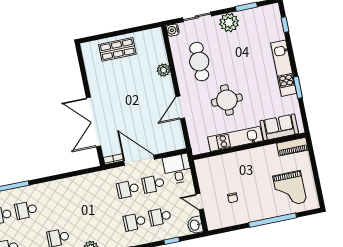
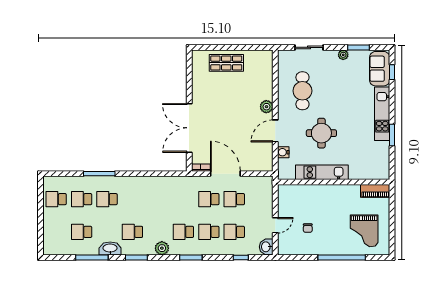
plant: (229, 23) -> (343, 55), width x0.53, depth x0.53
water cooler: (173, 30) -> (283, 152), moved
plant: (163, 70) -> (266, 107), moved
sofa: (279, 127) -> (380, 69), moved, turned -90
desk: (177, 169) -> (260, 189), removed
door: (200, 202) -> (275, 225), swing flipped
school desk: (109, 227) -> (183, 232), added

